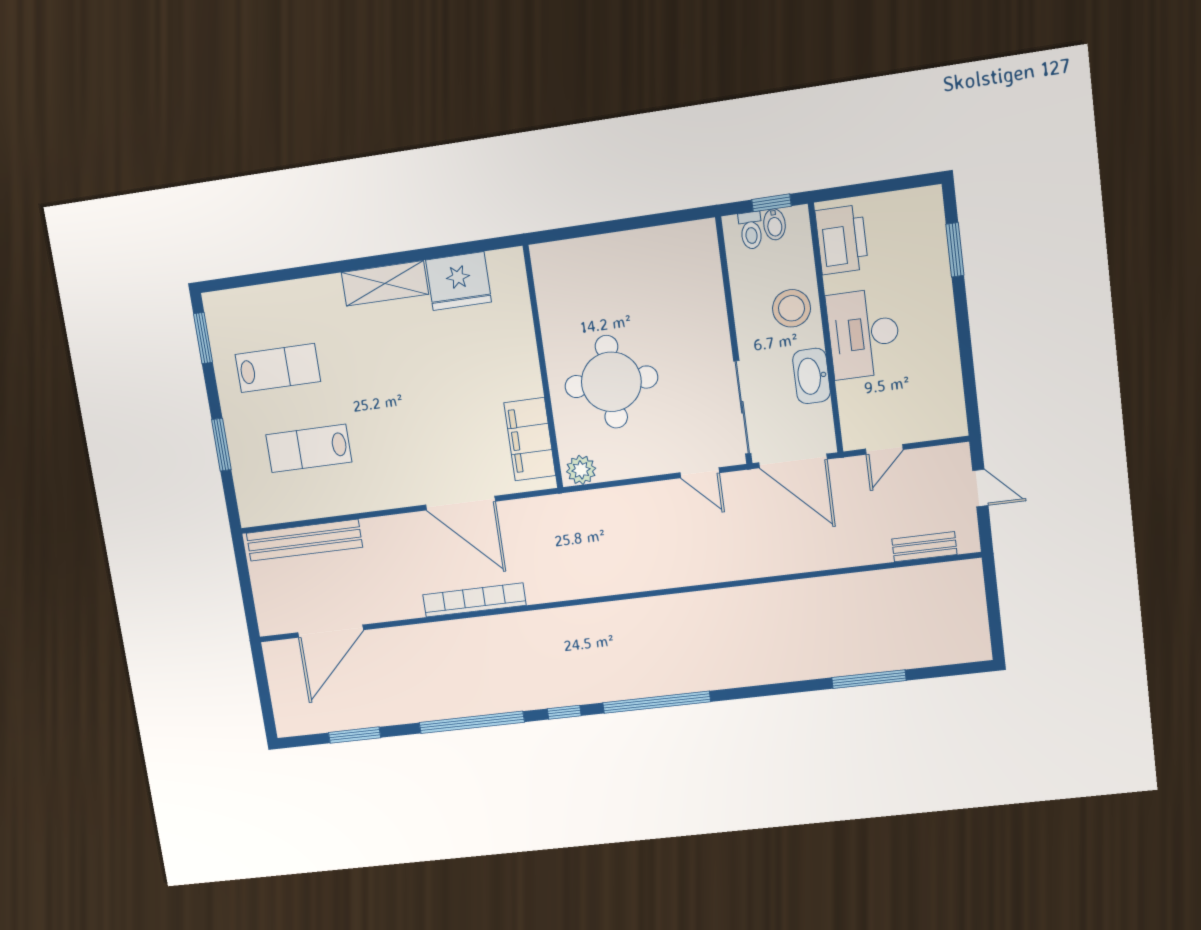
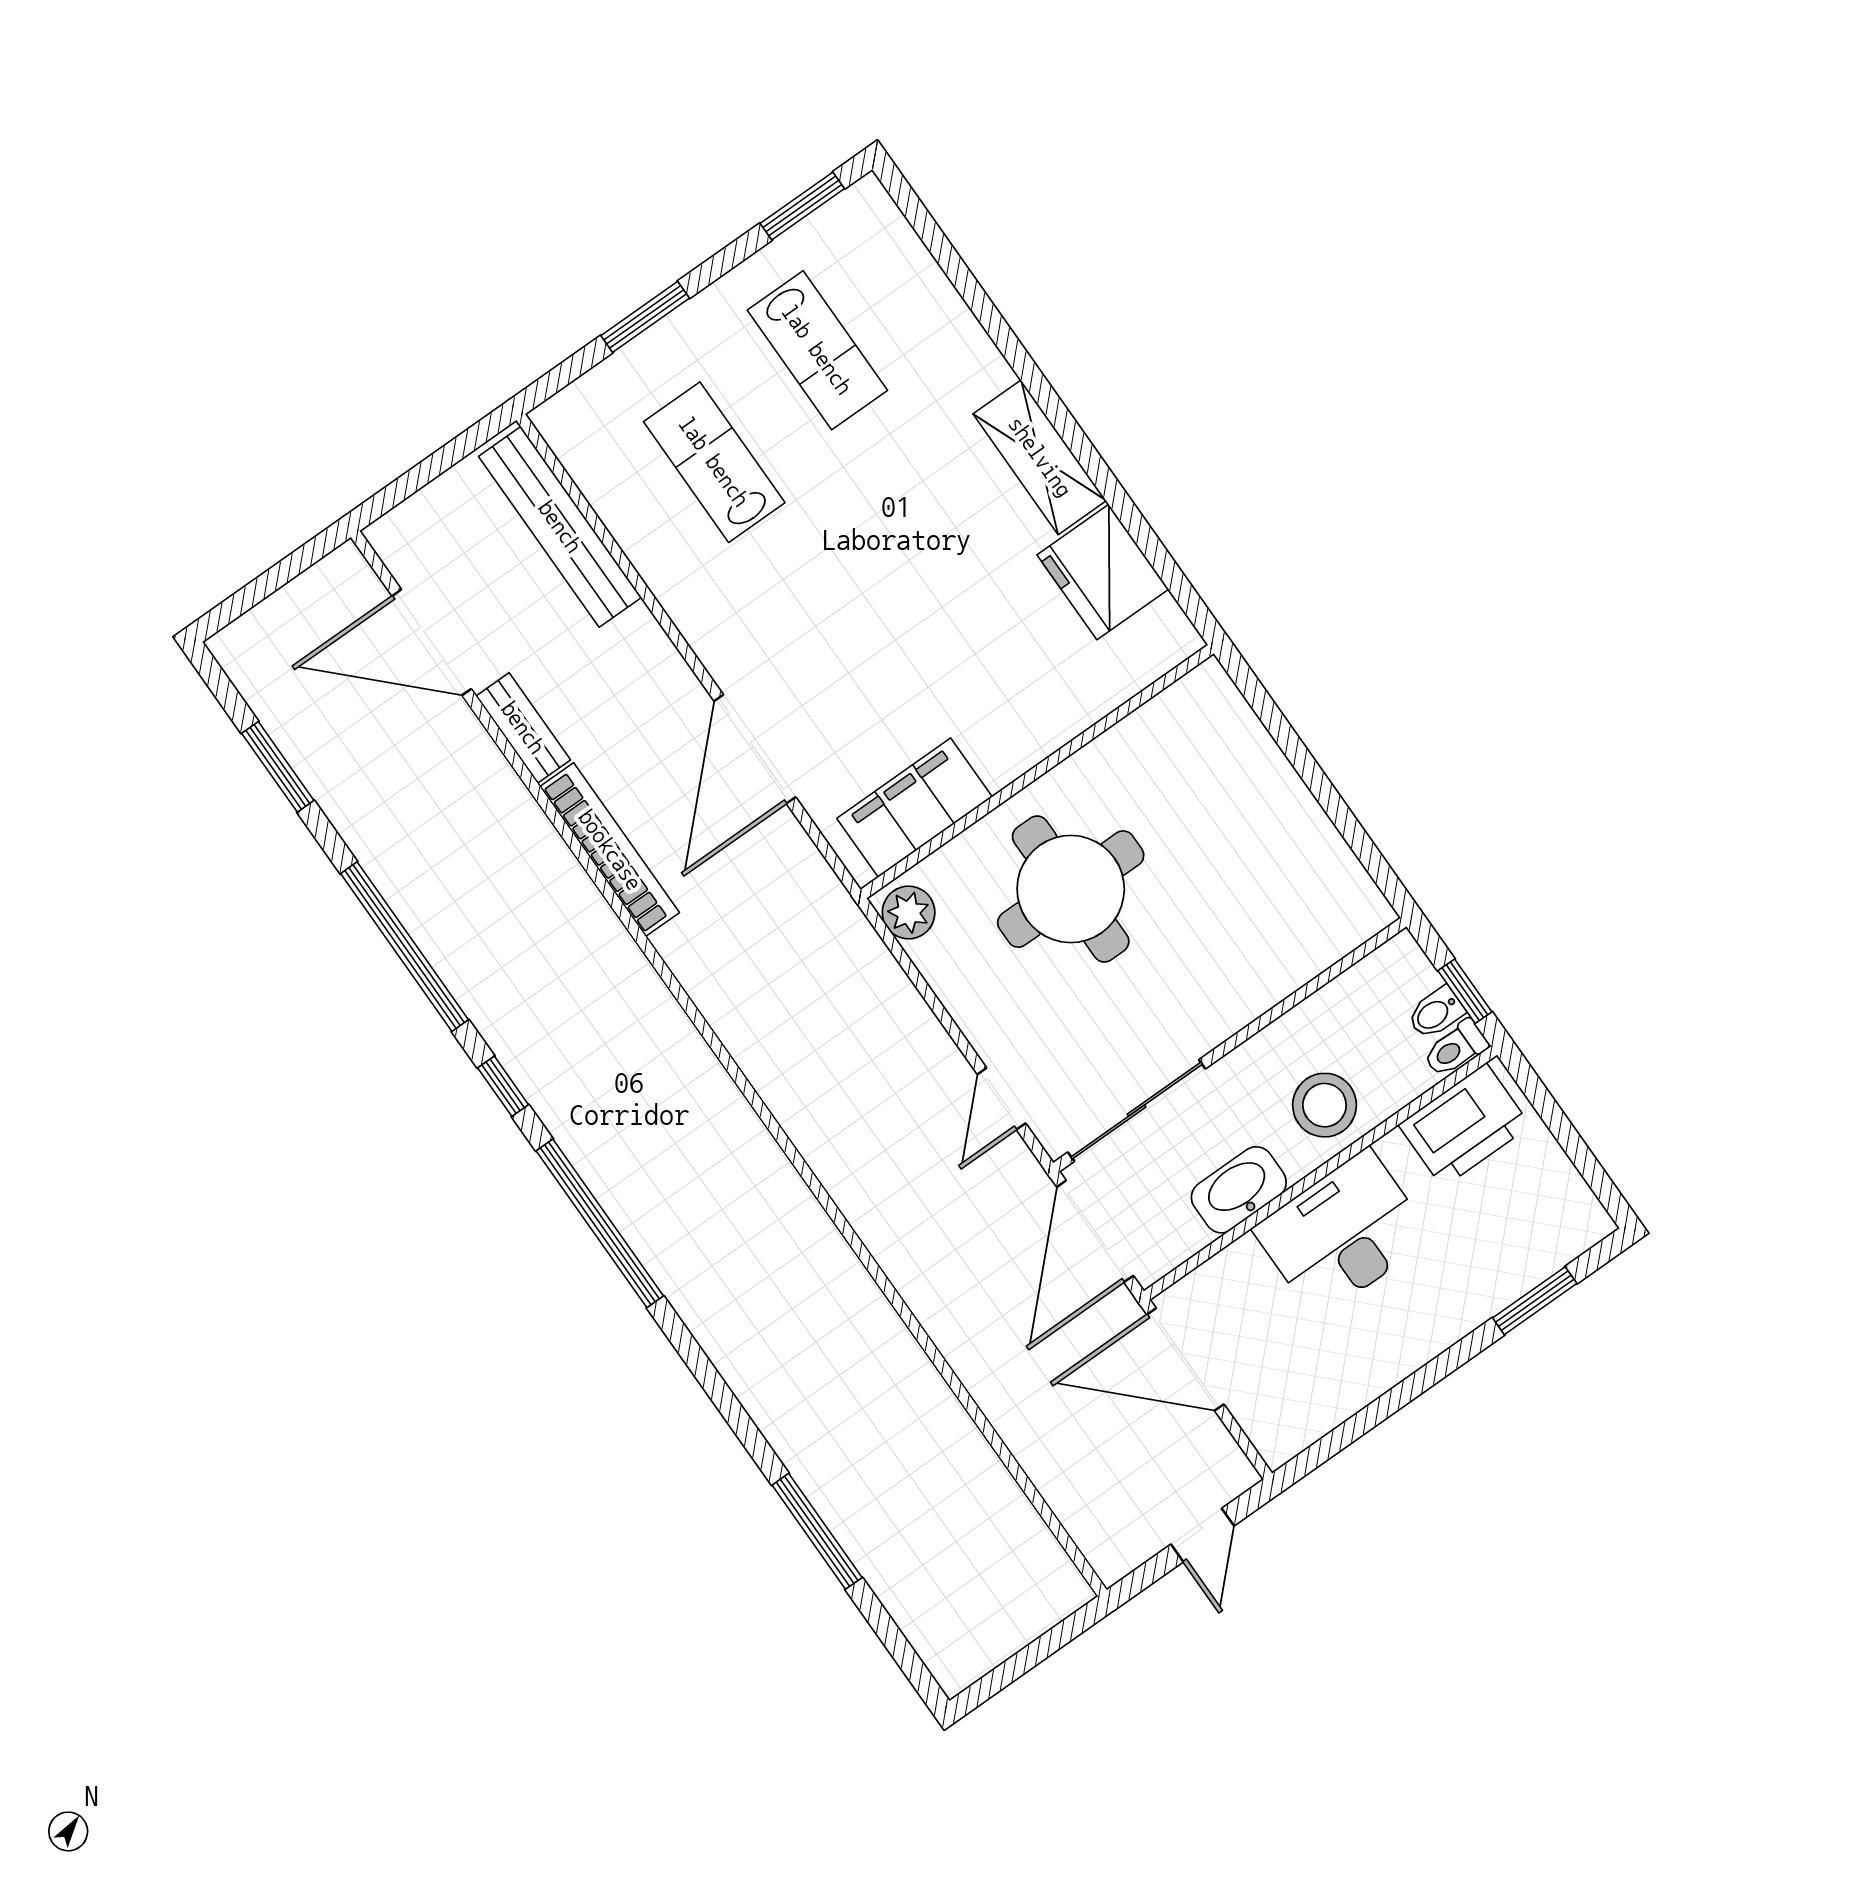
toilet: (751, 230) -> (1455, 1049), moved
door: (884, 449) -> (1185, 1359), width x1.88
bench: (924, 547) -> (523, 728), moved

